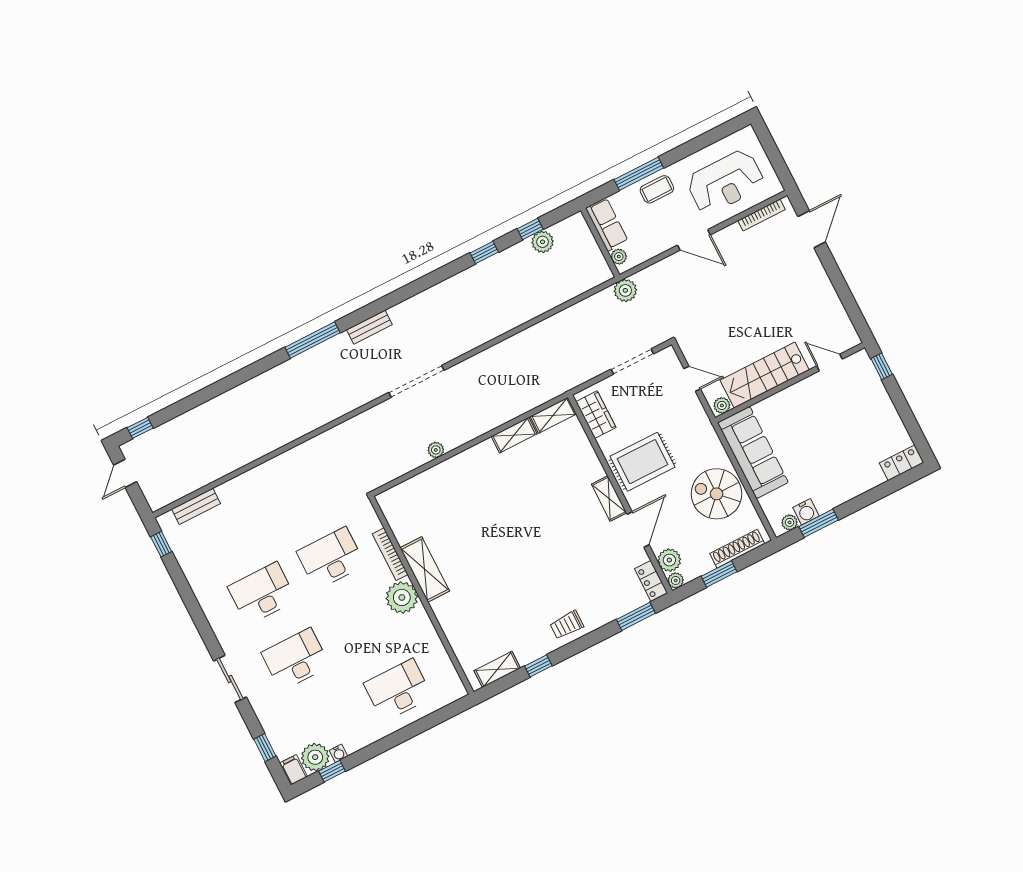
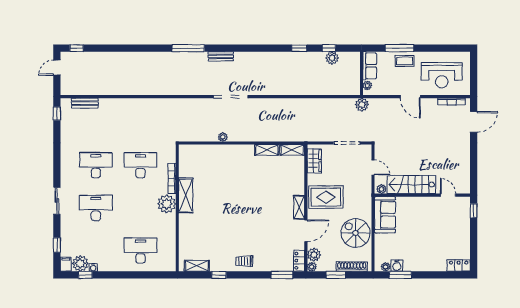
sofa: (753, 452) -> (385, 215), width x0.73

